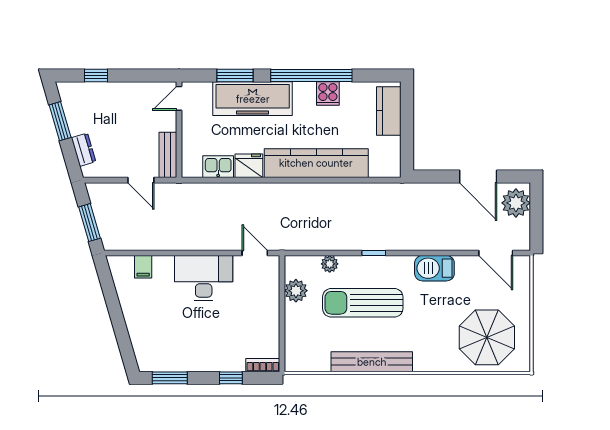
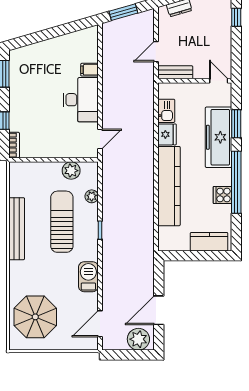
filing cabinet: (143, 267) -> (90, 70), moved

